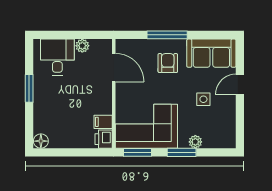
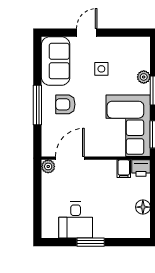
plant: (82, 46) -> (48, 166), moved
desk: (57, 57) -> (76, 220), moved, turned -90
door: (240, 84) -> (87, 33), swing flipped
floor lamp: (41, 141) -> (143, 207), moved

